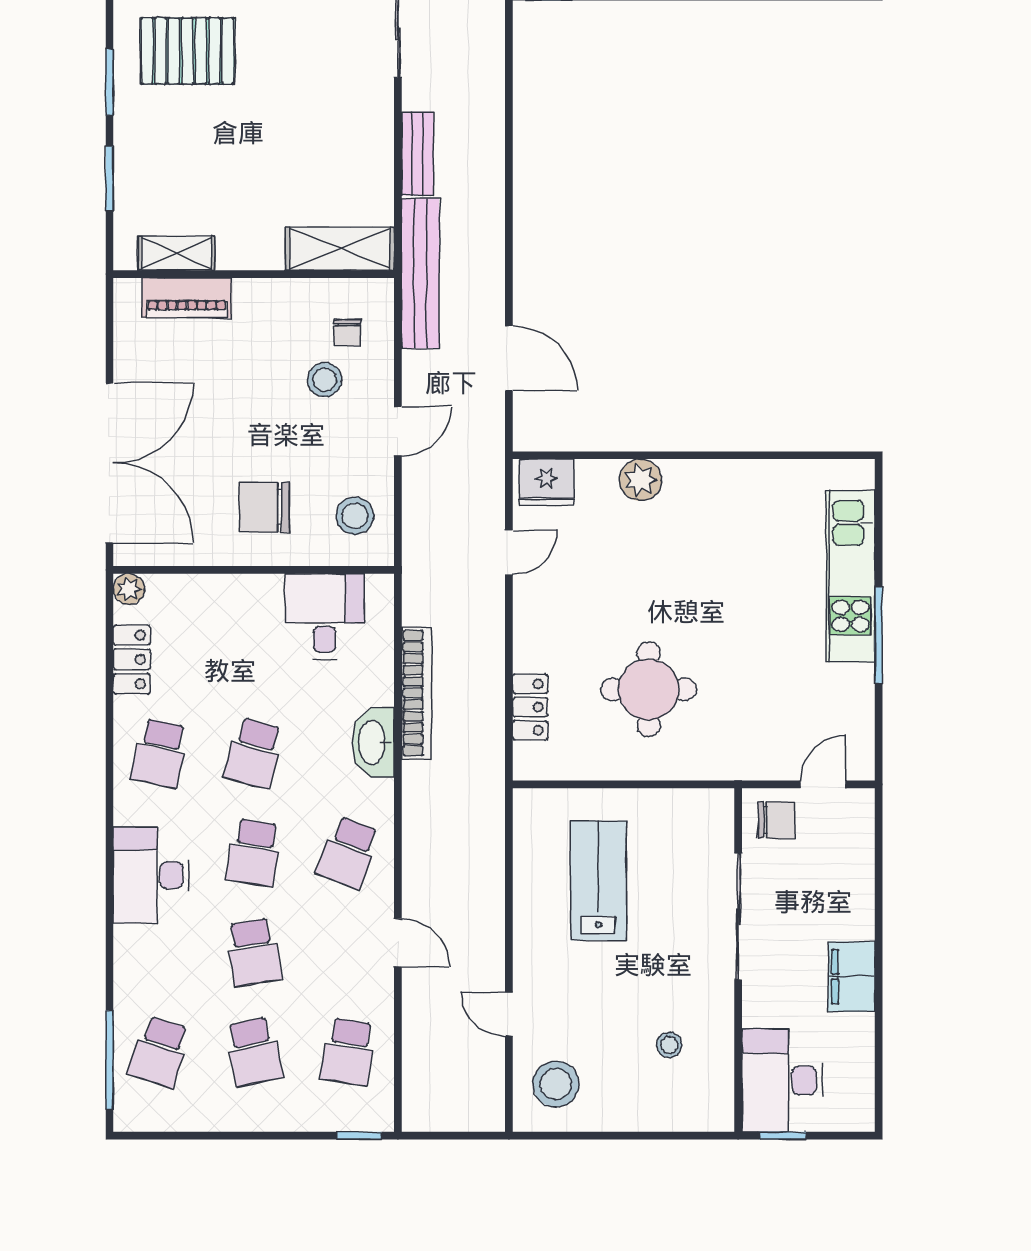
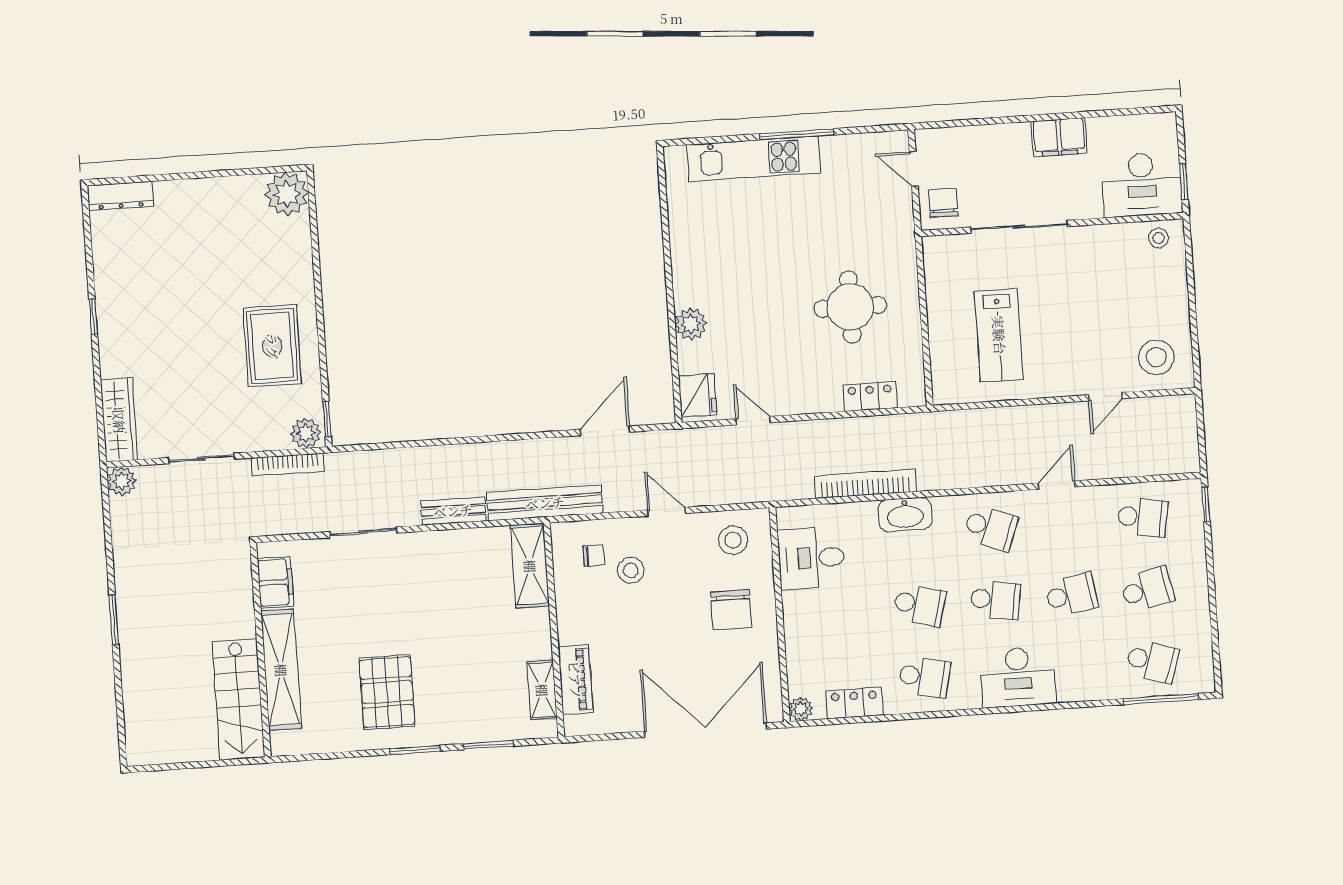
lab bench: (598, 881) -> (999, 335), turned -90
stool: (669, 1045) -> (1159, 238), moved

